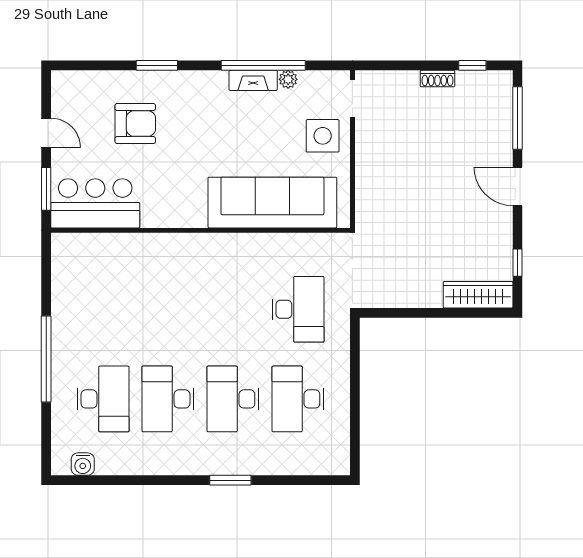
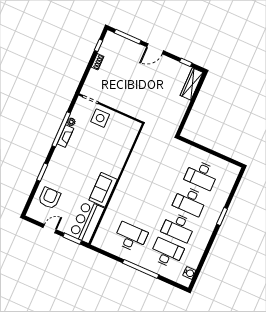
armchair: (135, 124) -> (49, 198), moved
sofa: (272, 203) -> (103, 190), moved, width x0.54, depth x0.79
desk: (298, 309) -> (131, 237), moved

